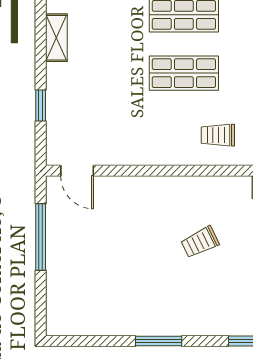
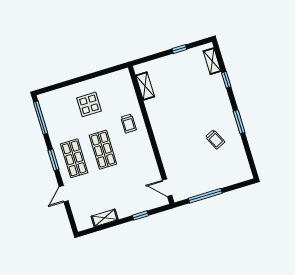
door: (77, 171) -> (167, 188), swing flipped
trolley: (200, 242) -> (215, 139), moved

